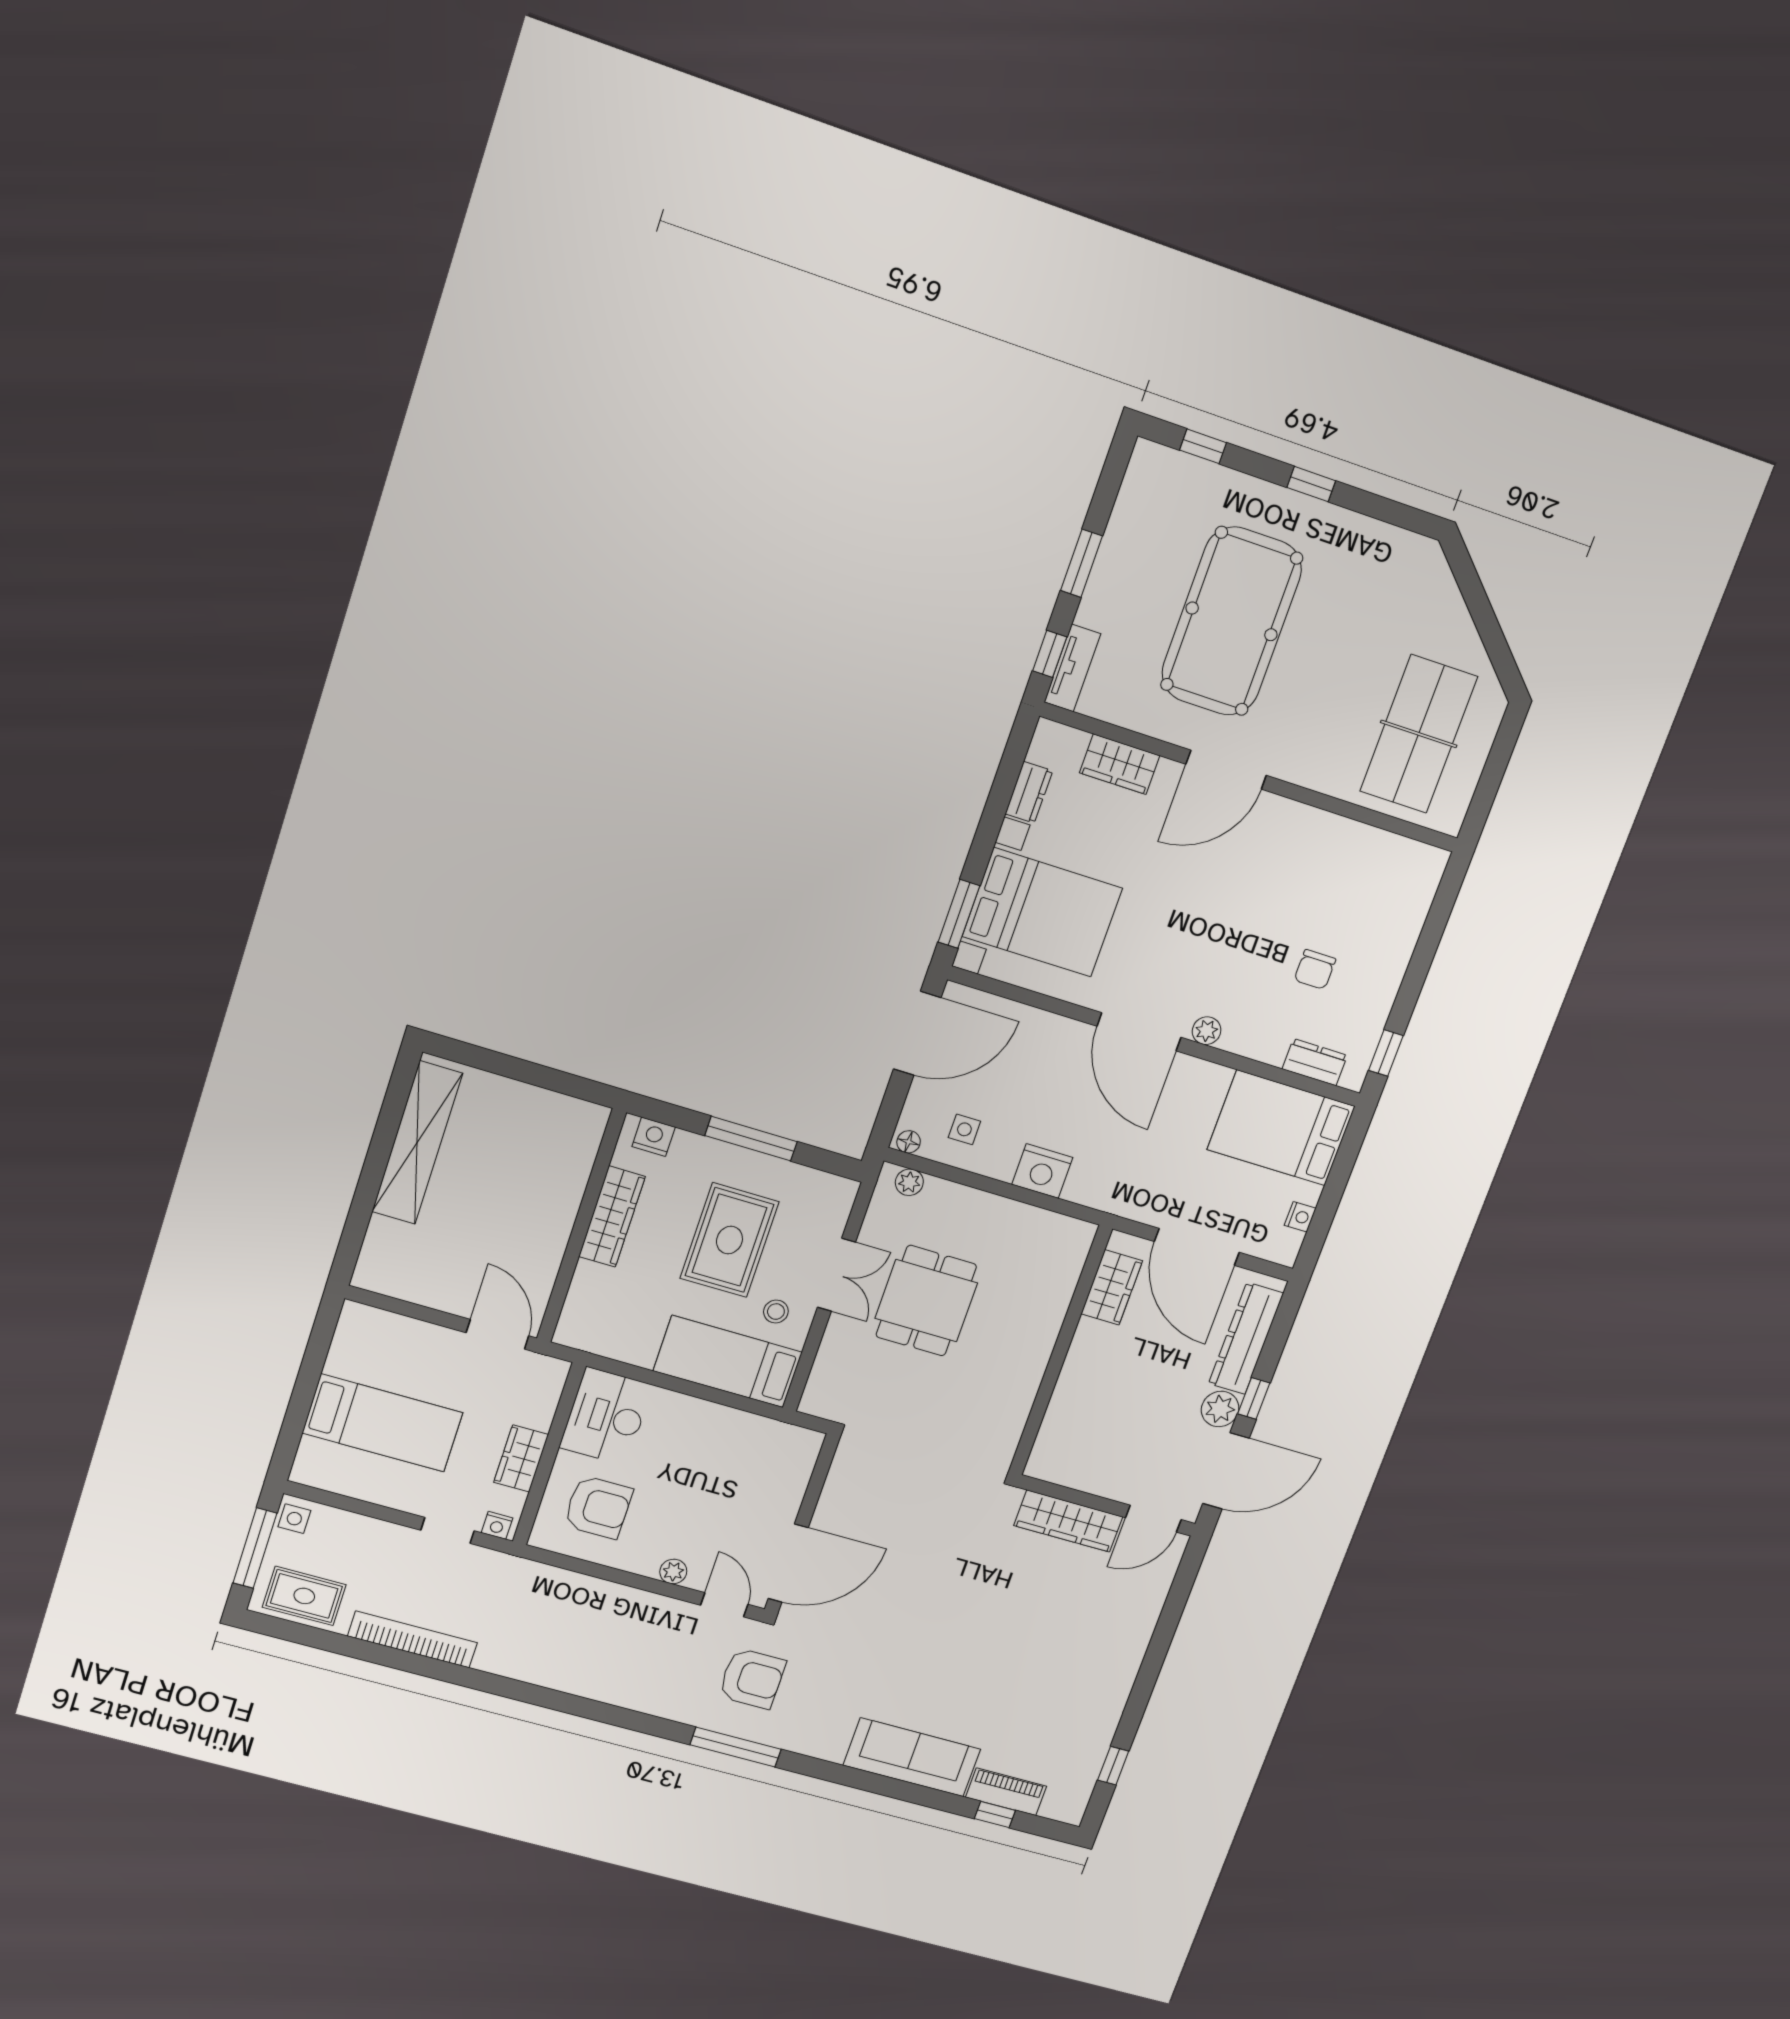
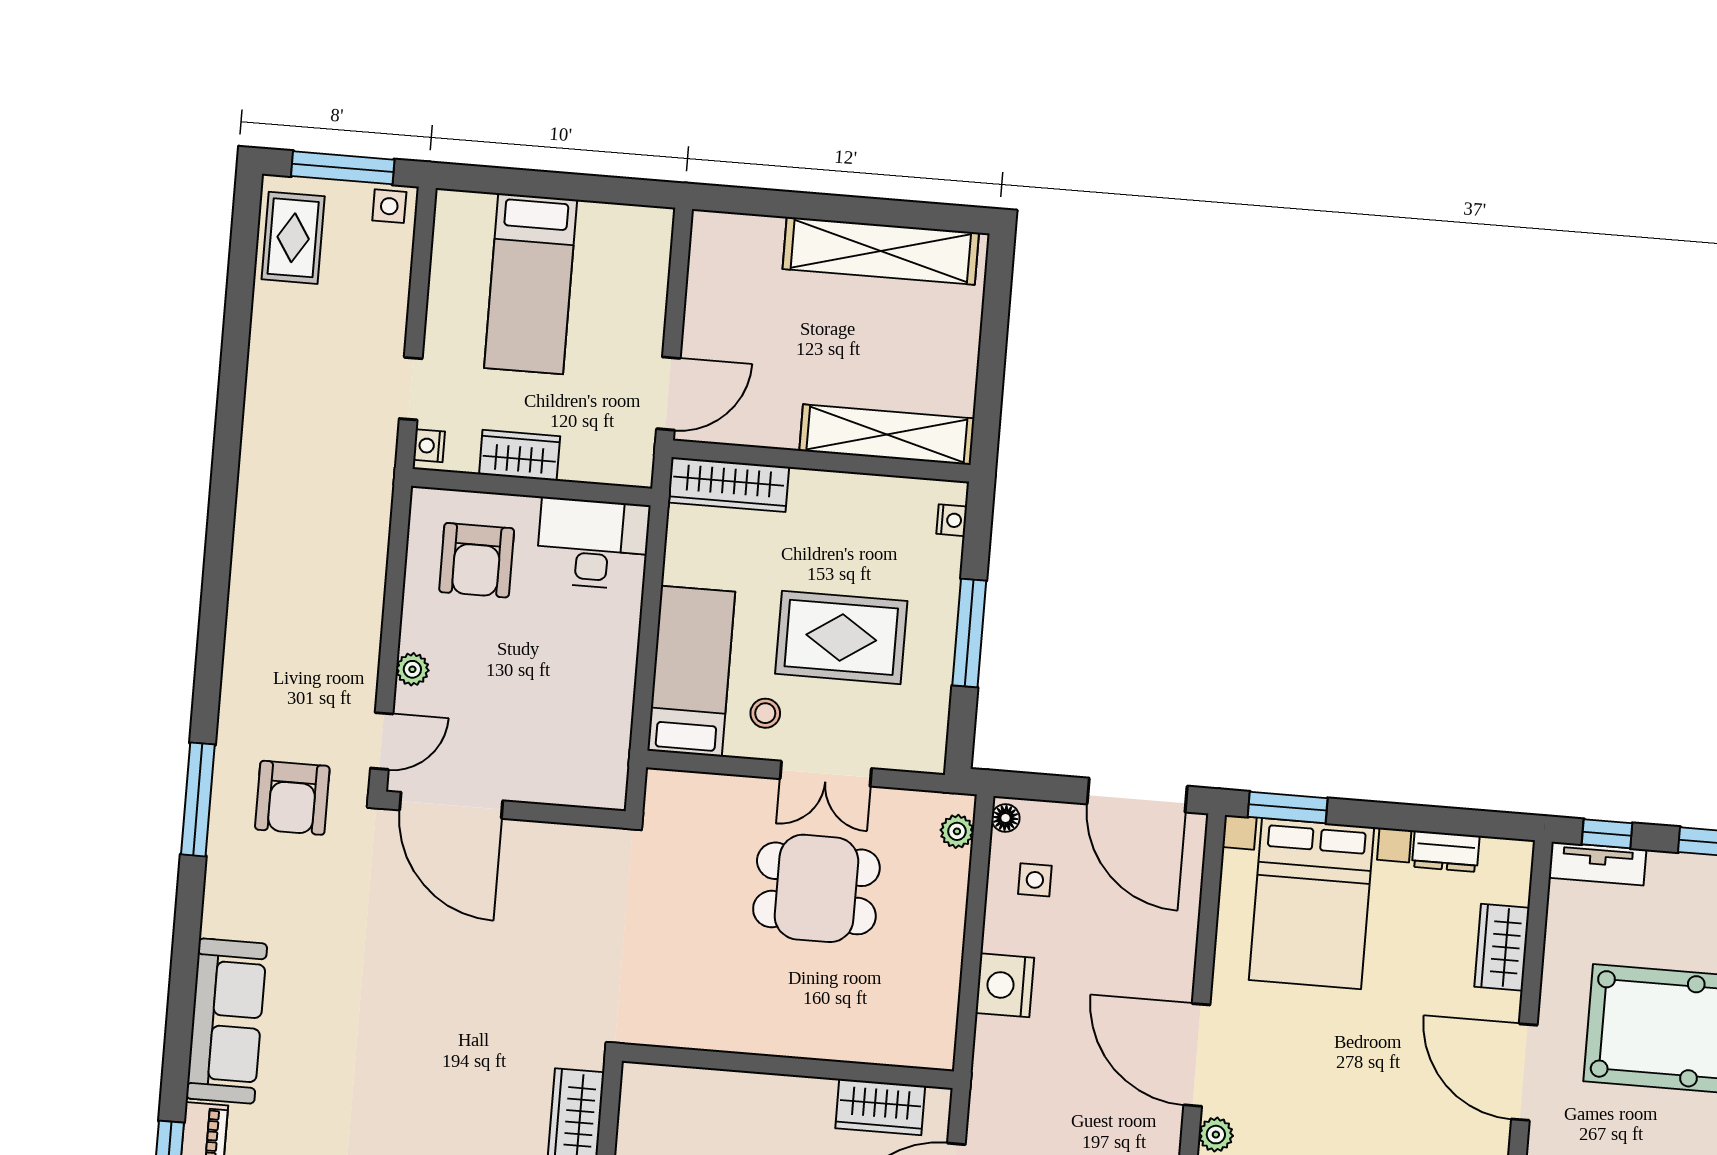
door: (1139, 1032) -> (1197, 1055), hinge flipped
nightstand: (654, 1137) -> (952, 520), width x0.72, depth x0.74
shelving: (572, 1170) -> (887, 435), added
wardrobe: (612, 1216) -> (728, 485), moved
bookcase: (412, 1639) -> (263, 377), removed

